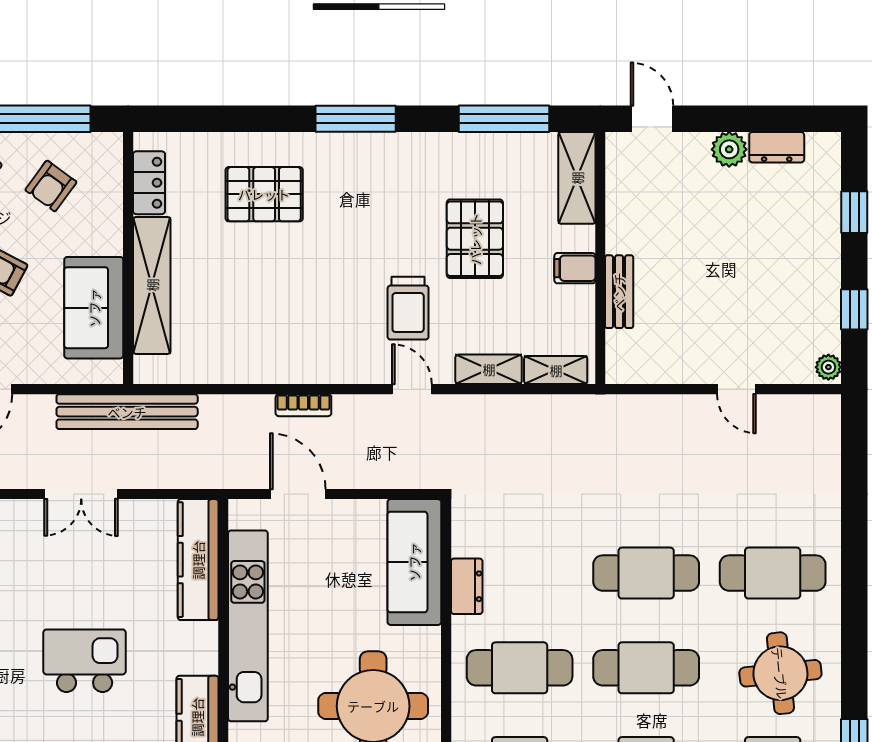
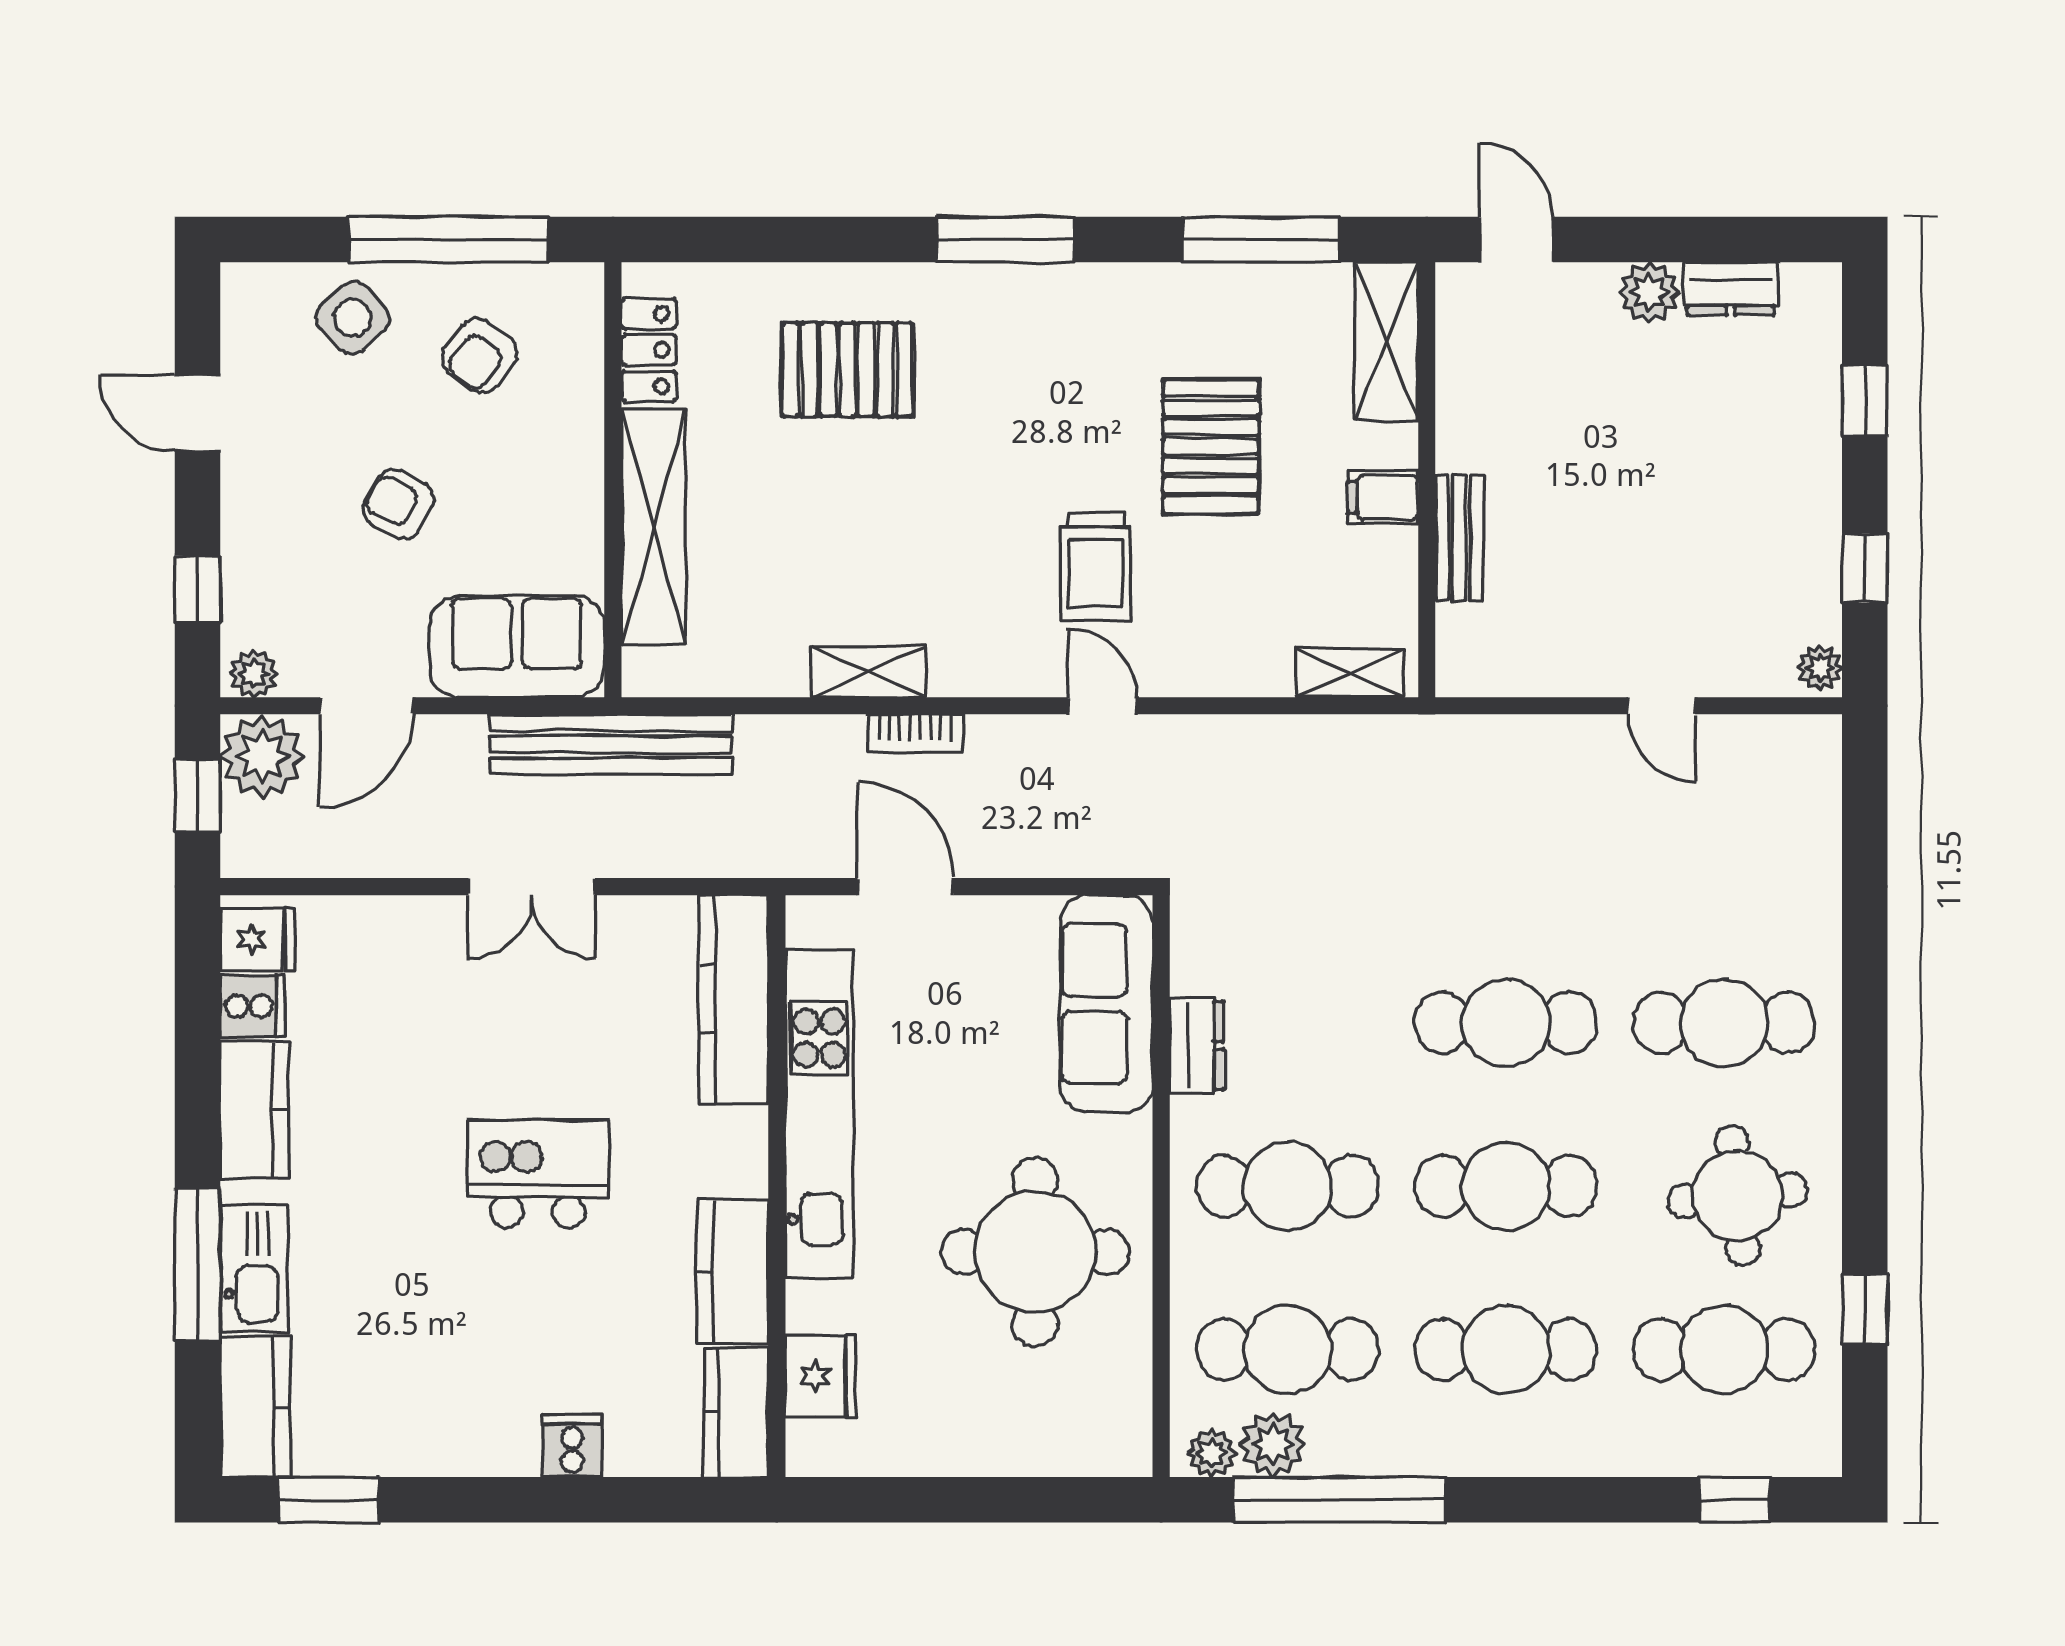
sofa: (94, 308) -> (517, 647), moved, turned 90
shelving: (489, 369) -> (868, 672), moved

